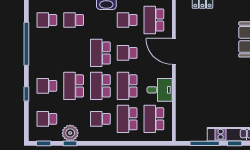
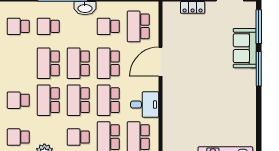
door: (174, 51) -> (160, 62), hinge flipped
school desk: (74, 53) -> (48, 63), added
school desk: (127, 53) -> (108, 63), width x1.85

